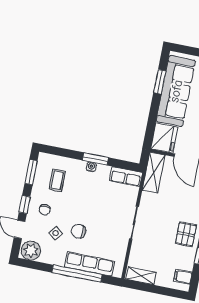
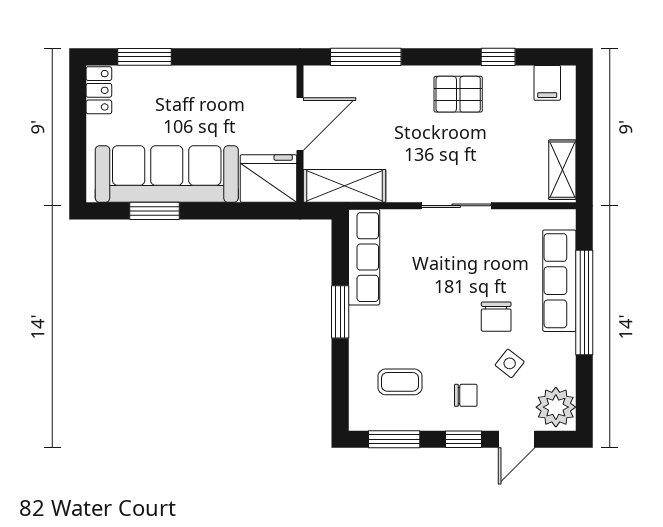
water cooler: (91, 167) -> (358, 317), removed
row of seats: (126, 177) -> (364, 257), width x1.48

